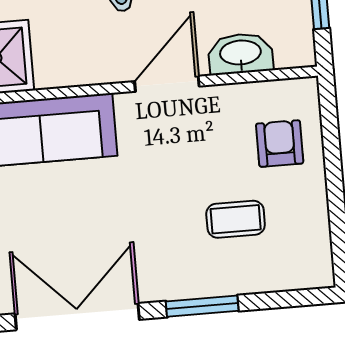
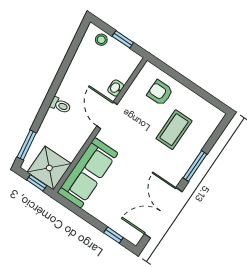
washbasin: (241, 54) -> (116, 88), width x0.52, depth x0.69
coffee table: (236, 219) -> (174, 130), width x1.36, depth x1.30

